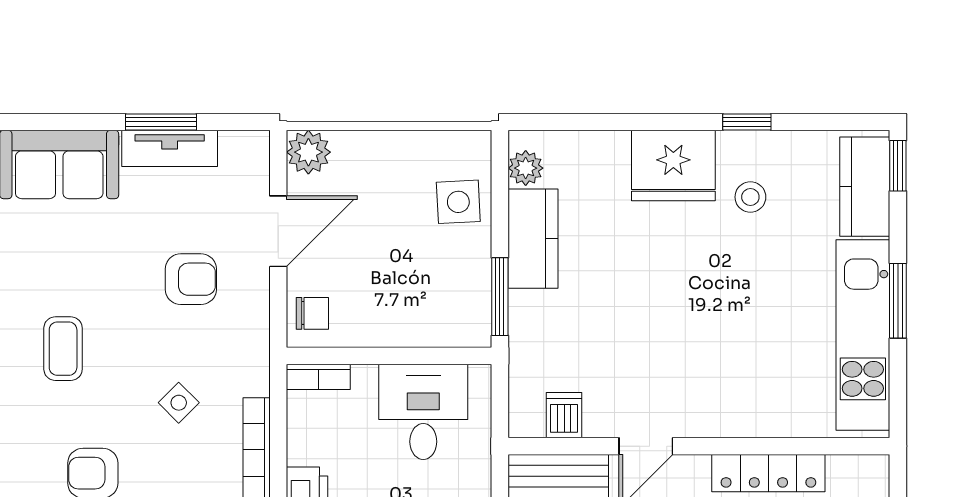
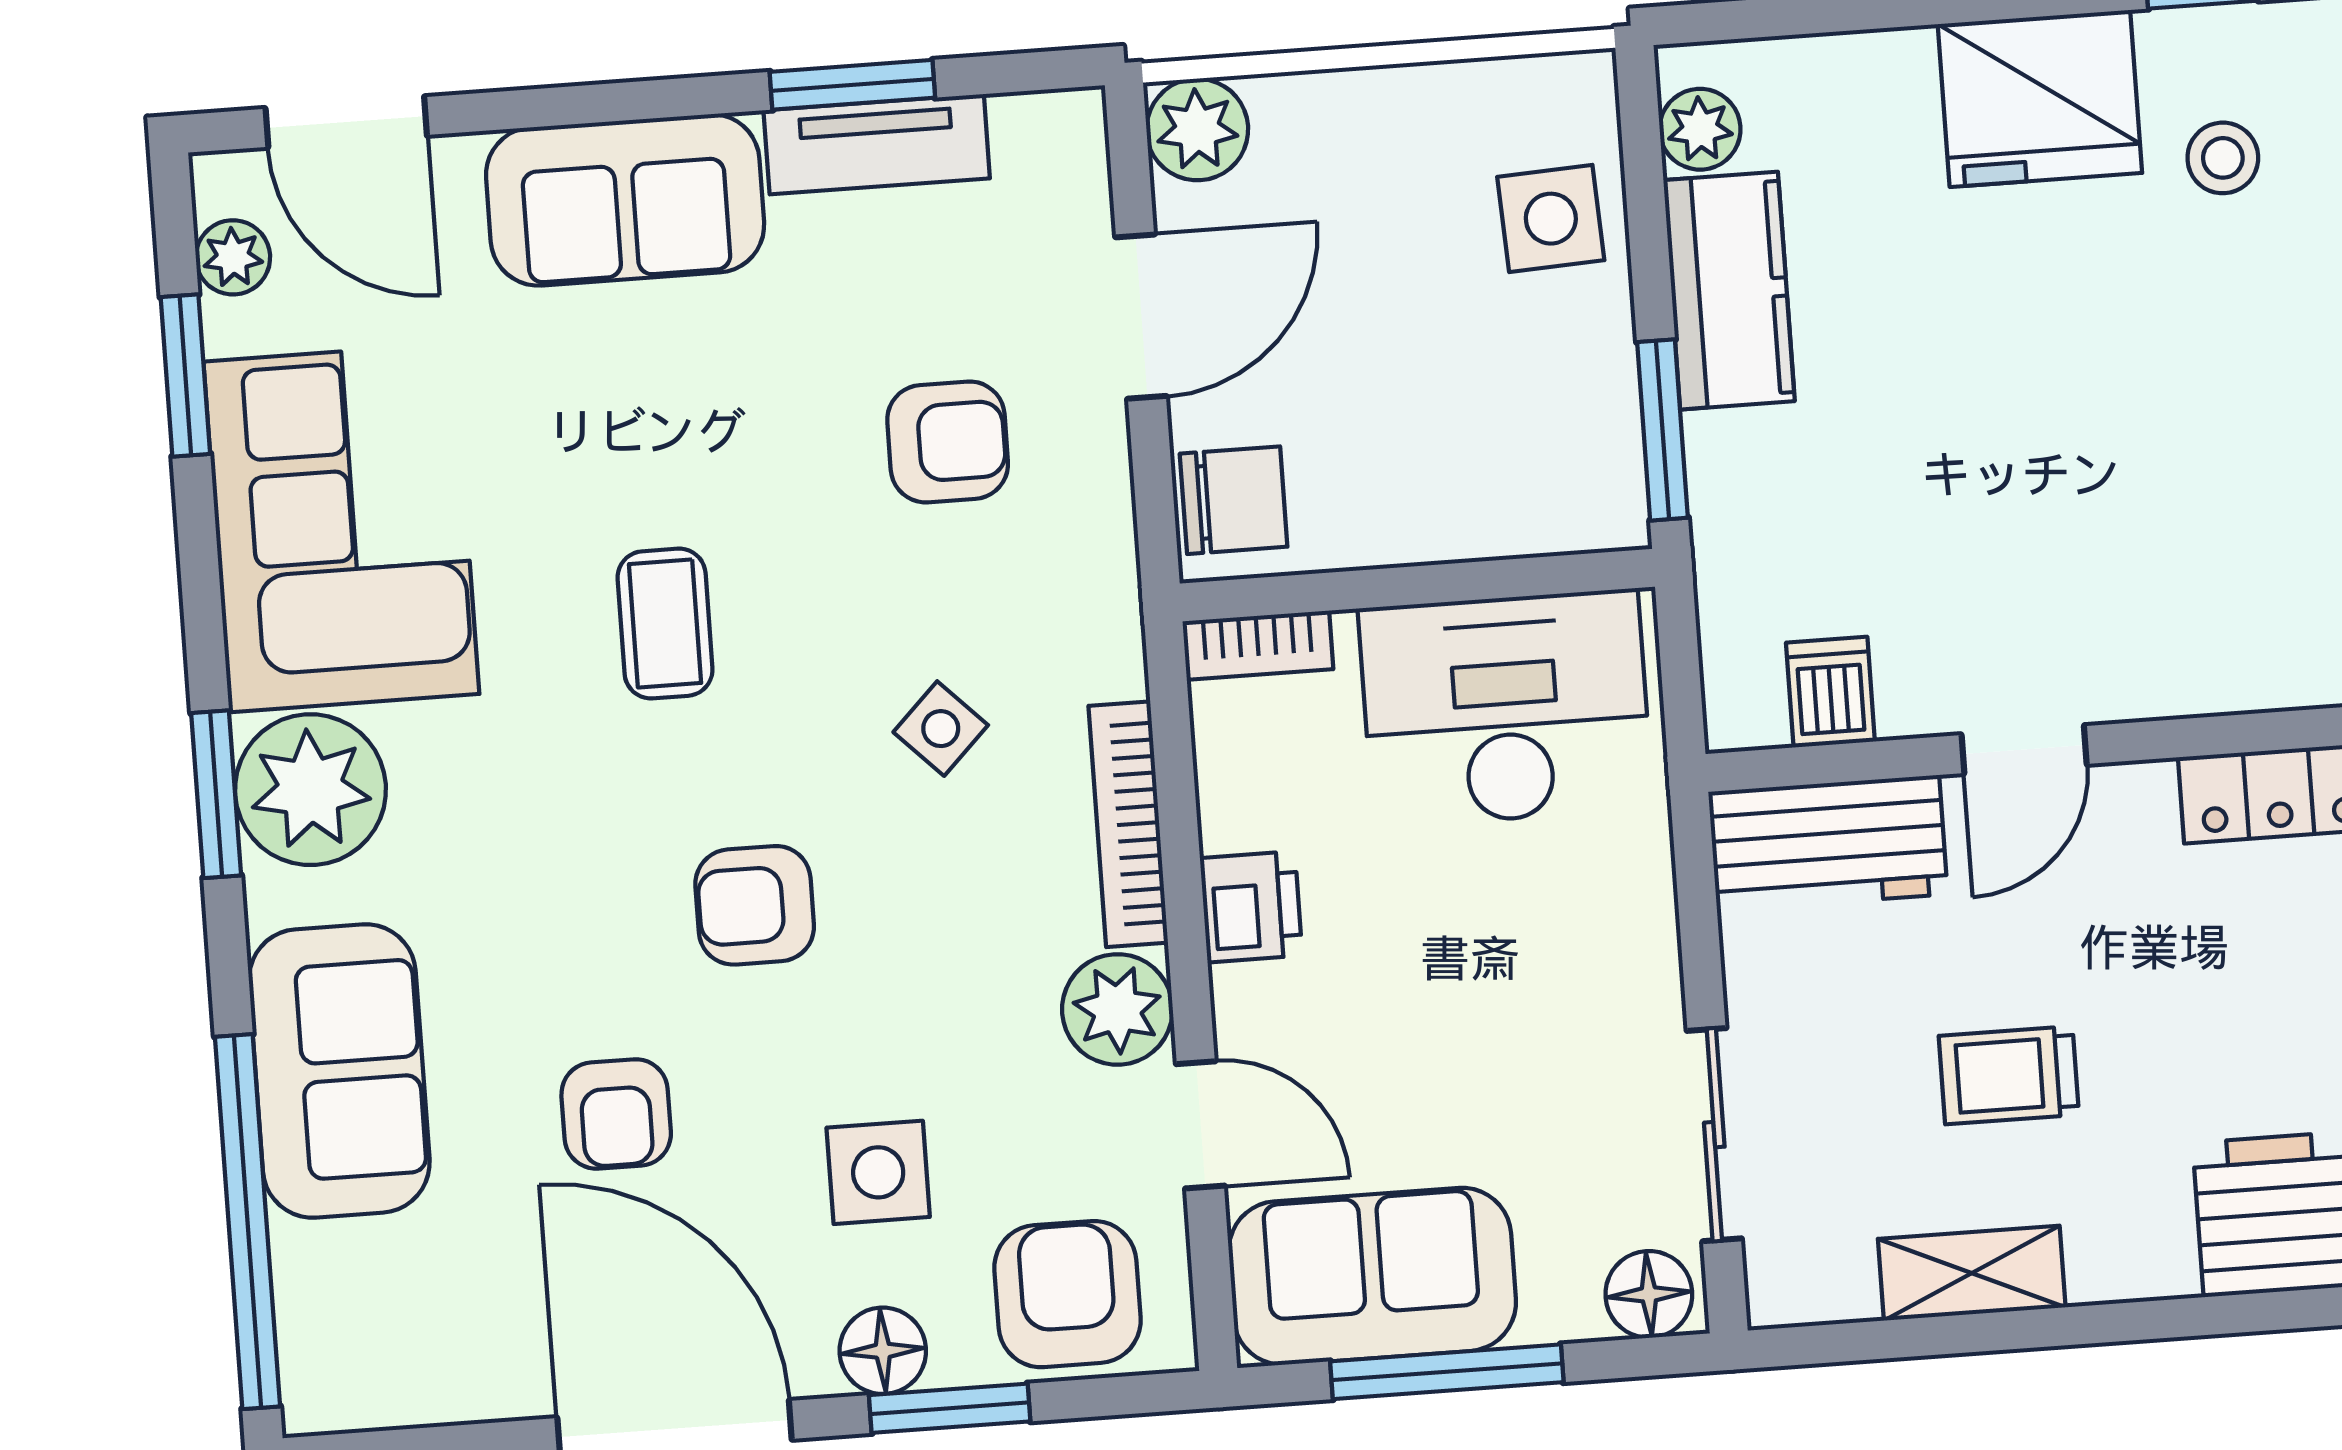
chair: (312, 313) -> (1234, 500), width x1.37, depth x1.37
desk: (423, 412) -> (1506, 708), width x1.37

